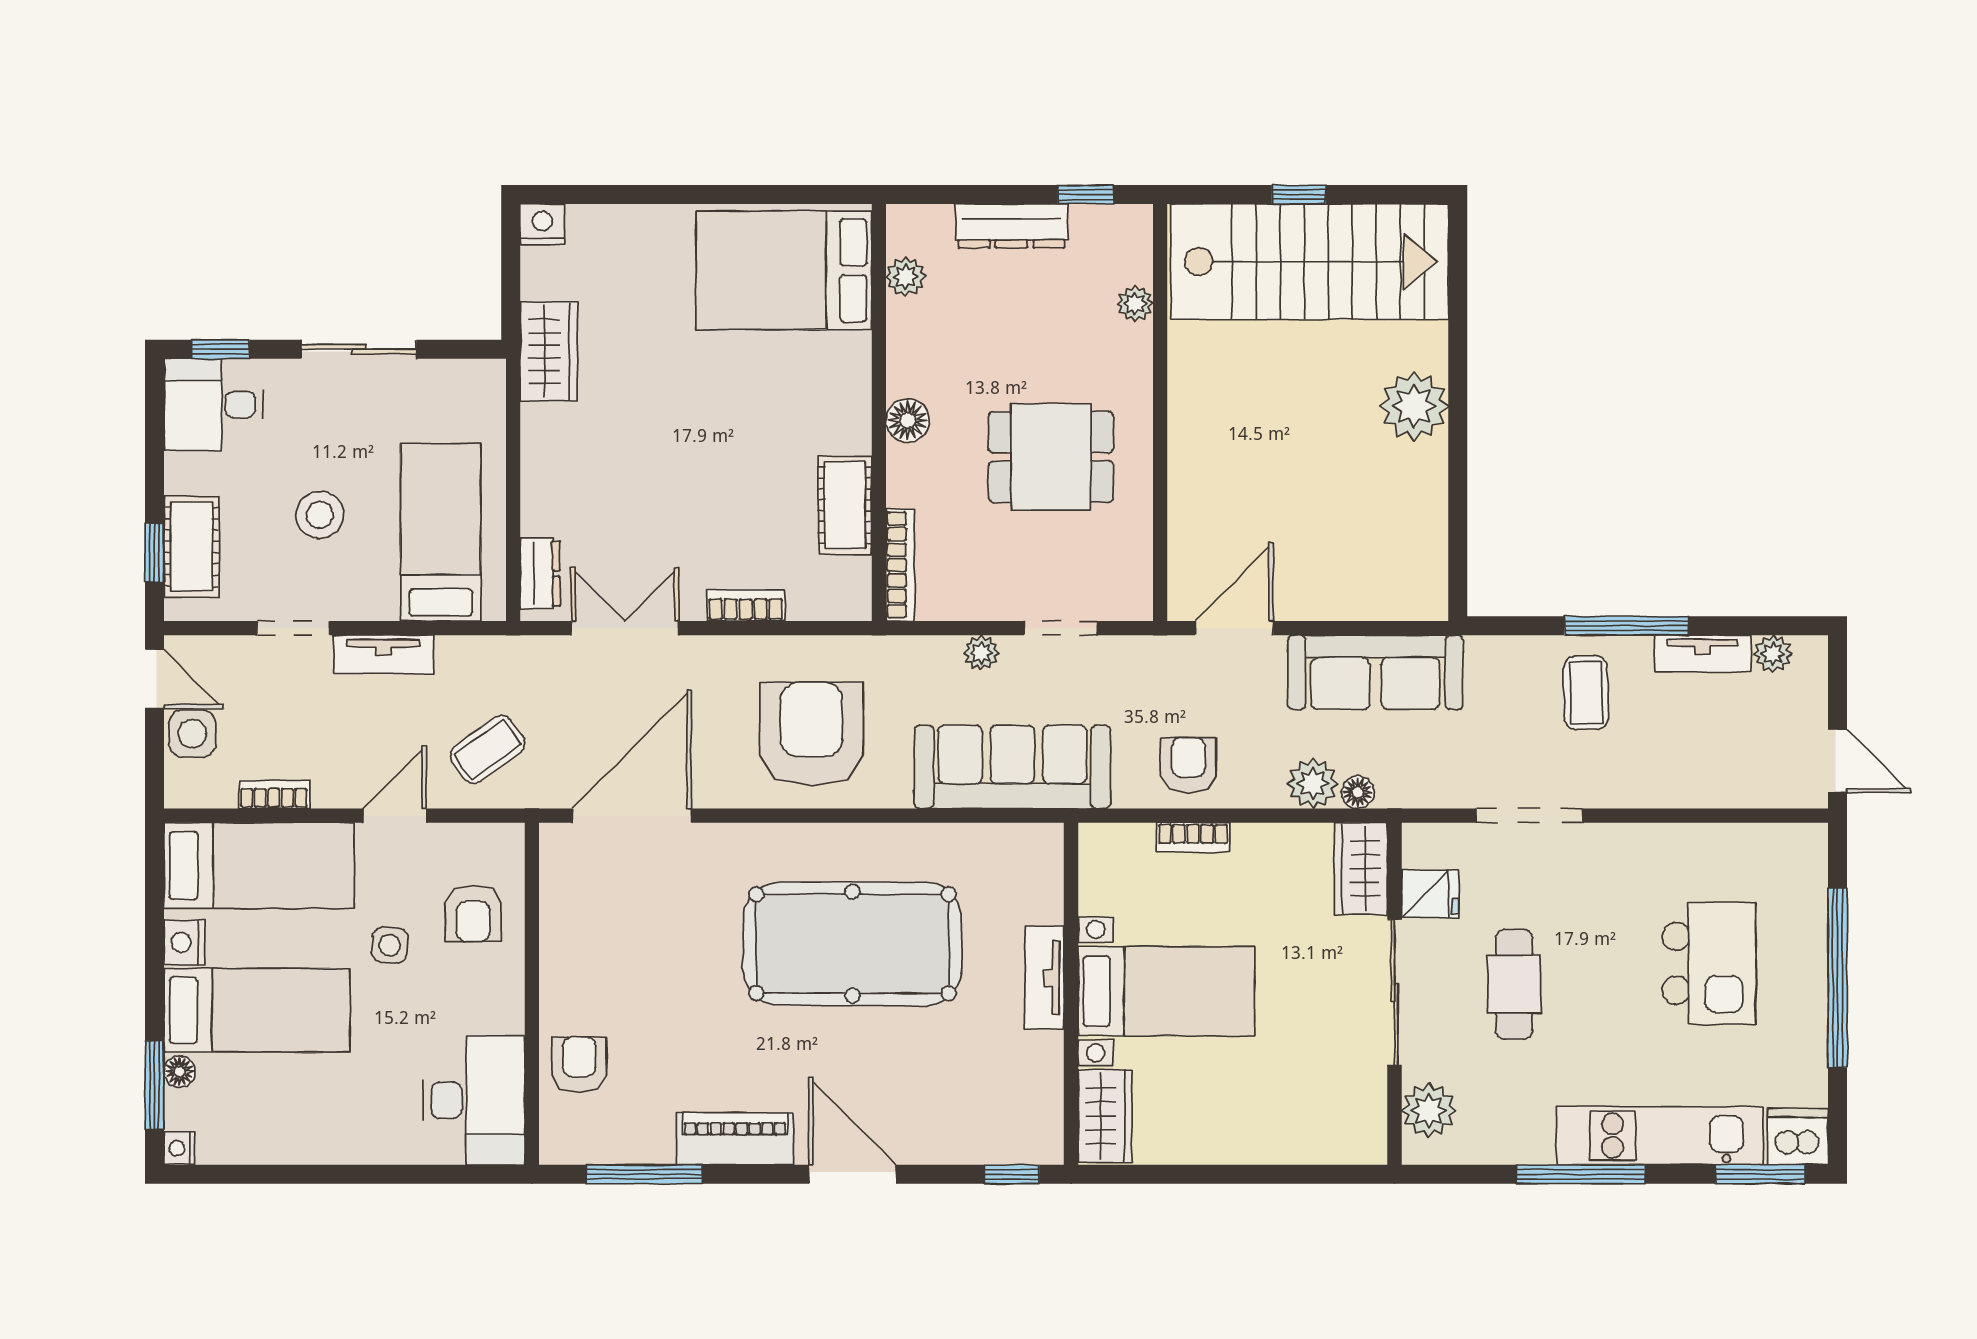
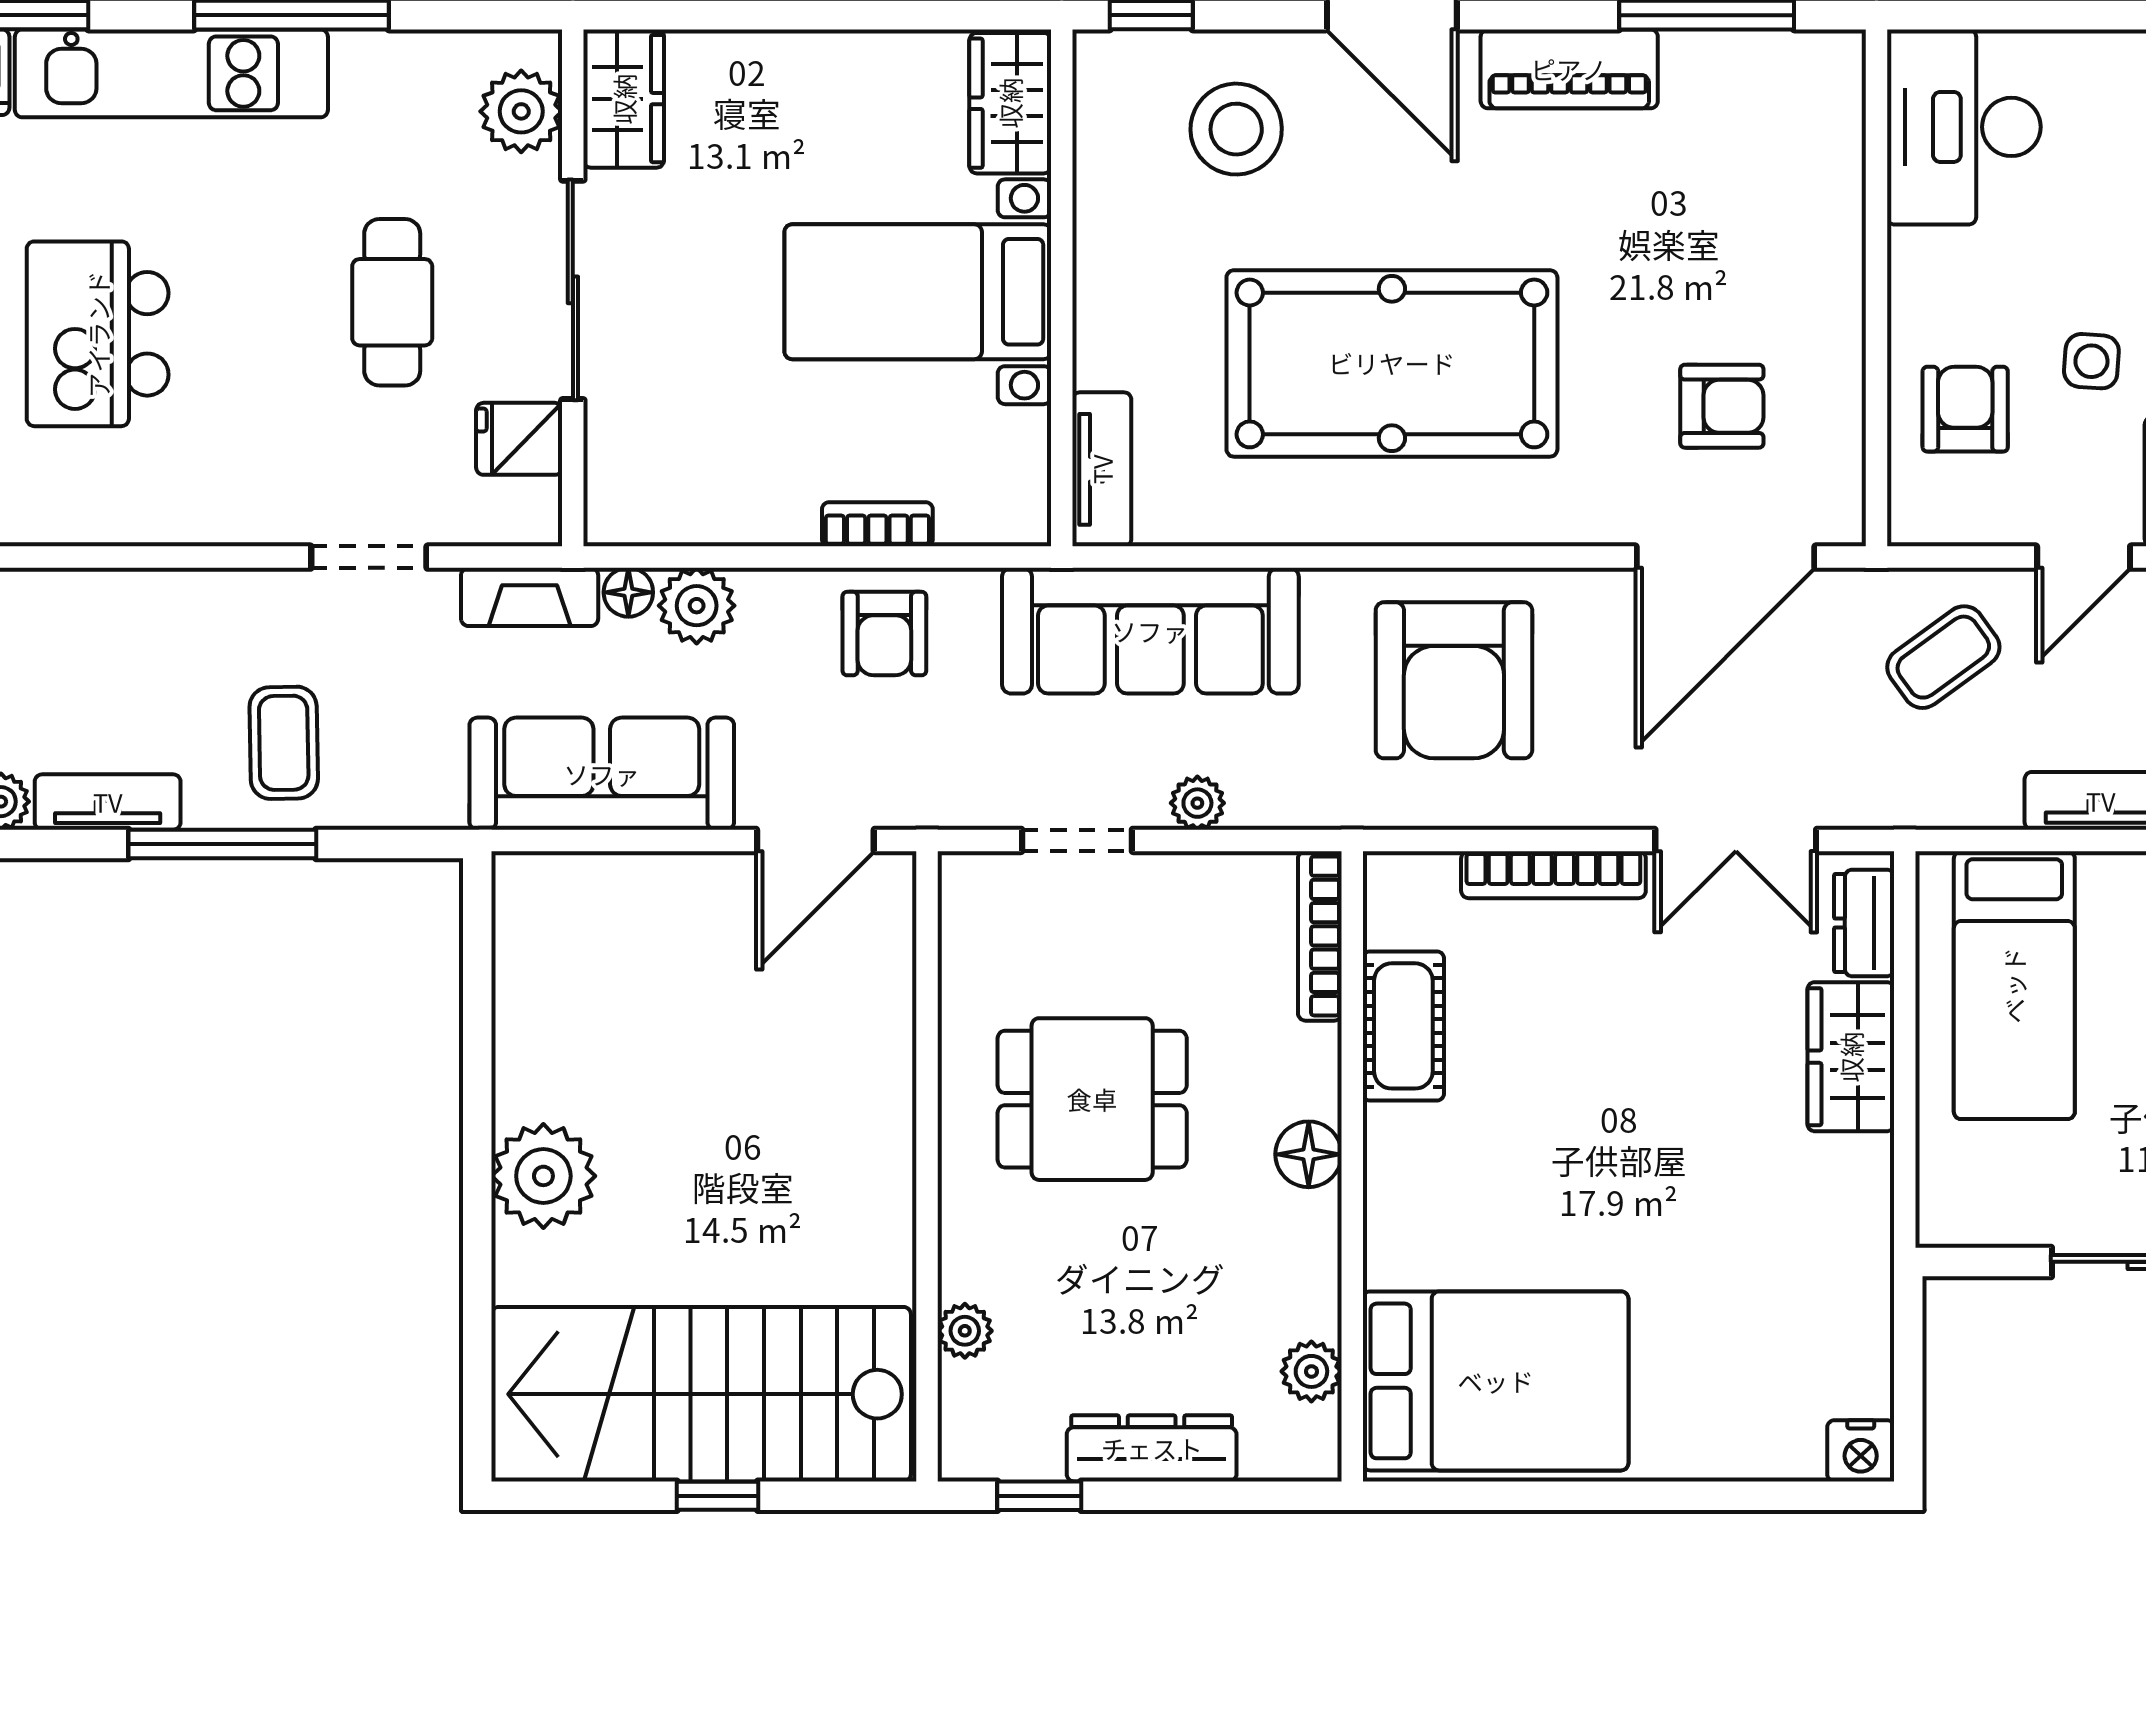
wardrobe: (549, 351) -> (1851, 1057), moved
bookcase: (746, 605) -> (1553, 875), width x1.56
fireplace: (1423, 789) -> (530, 597), added
doorway: (1529, 816) -> (369, 557), width x0.73
wardrobe: (1361, 869) -> (624, 99), moved
tv unit: (1045, 978) -> (1102, 469), moved
armchair: (579, 1065) -> (1722, 406), moved, turned -90
stool: (956, 1099) -> (1236, 129), added

